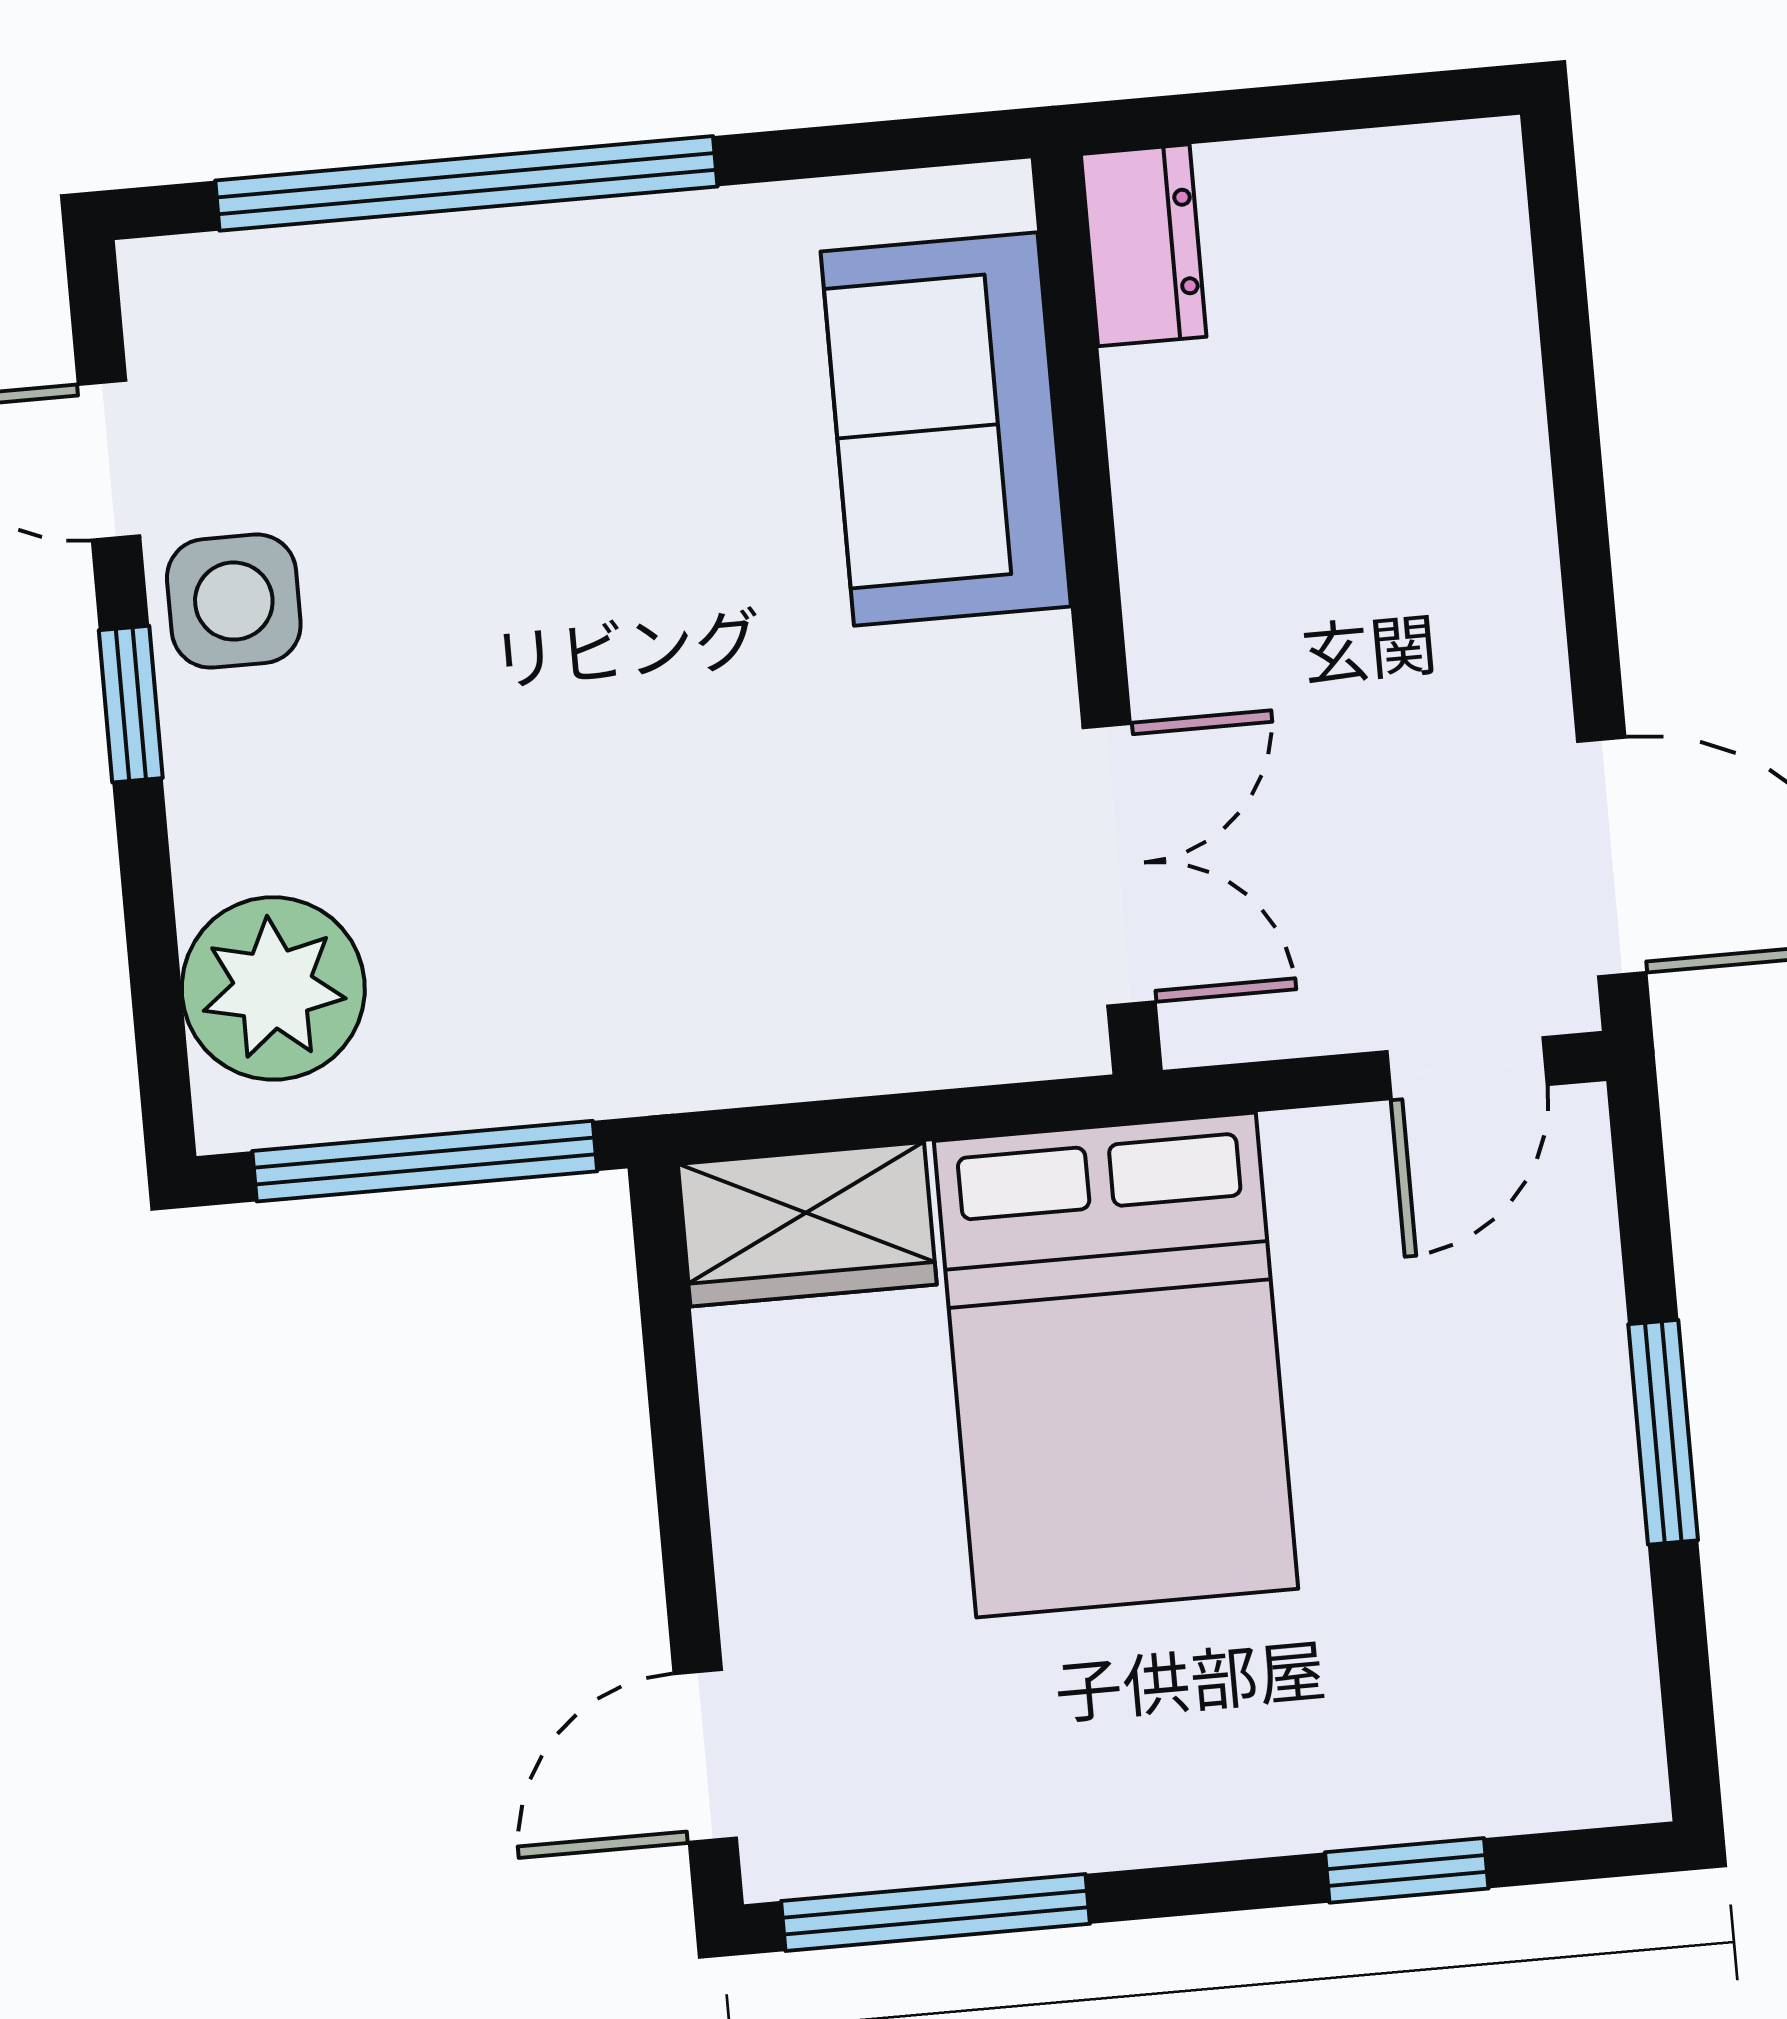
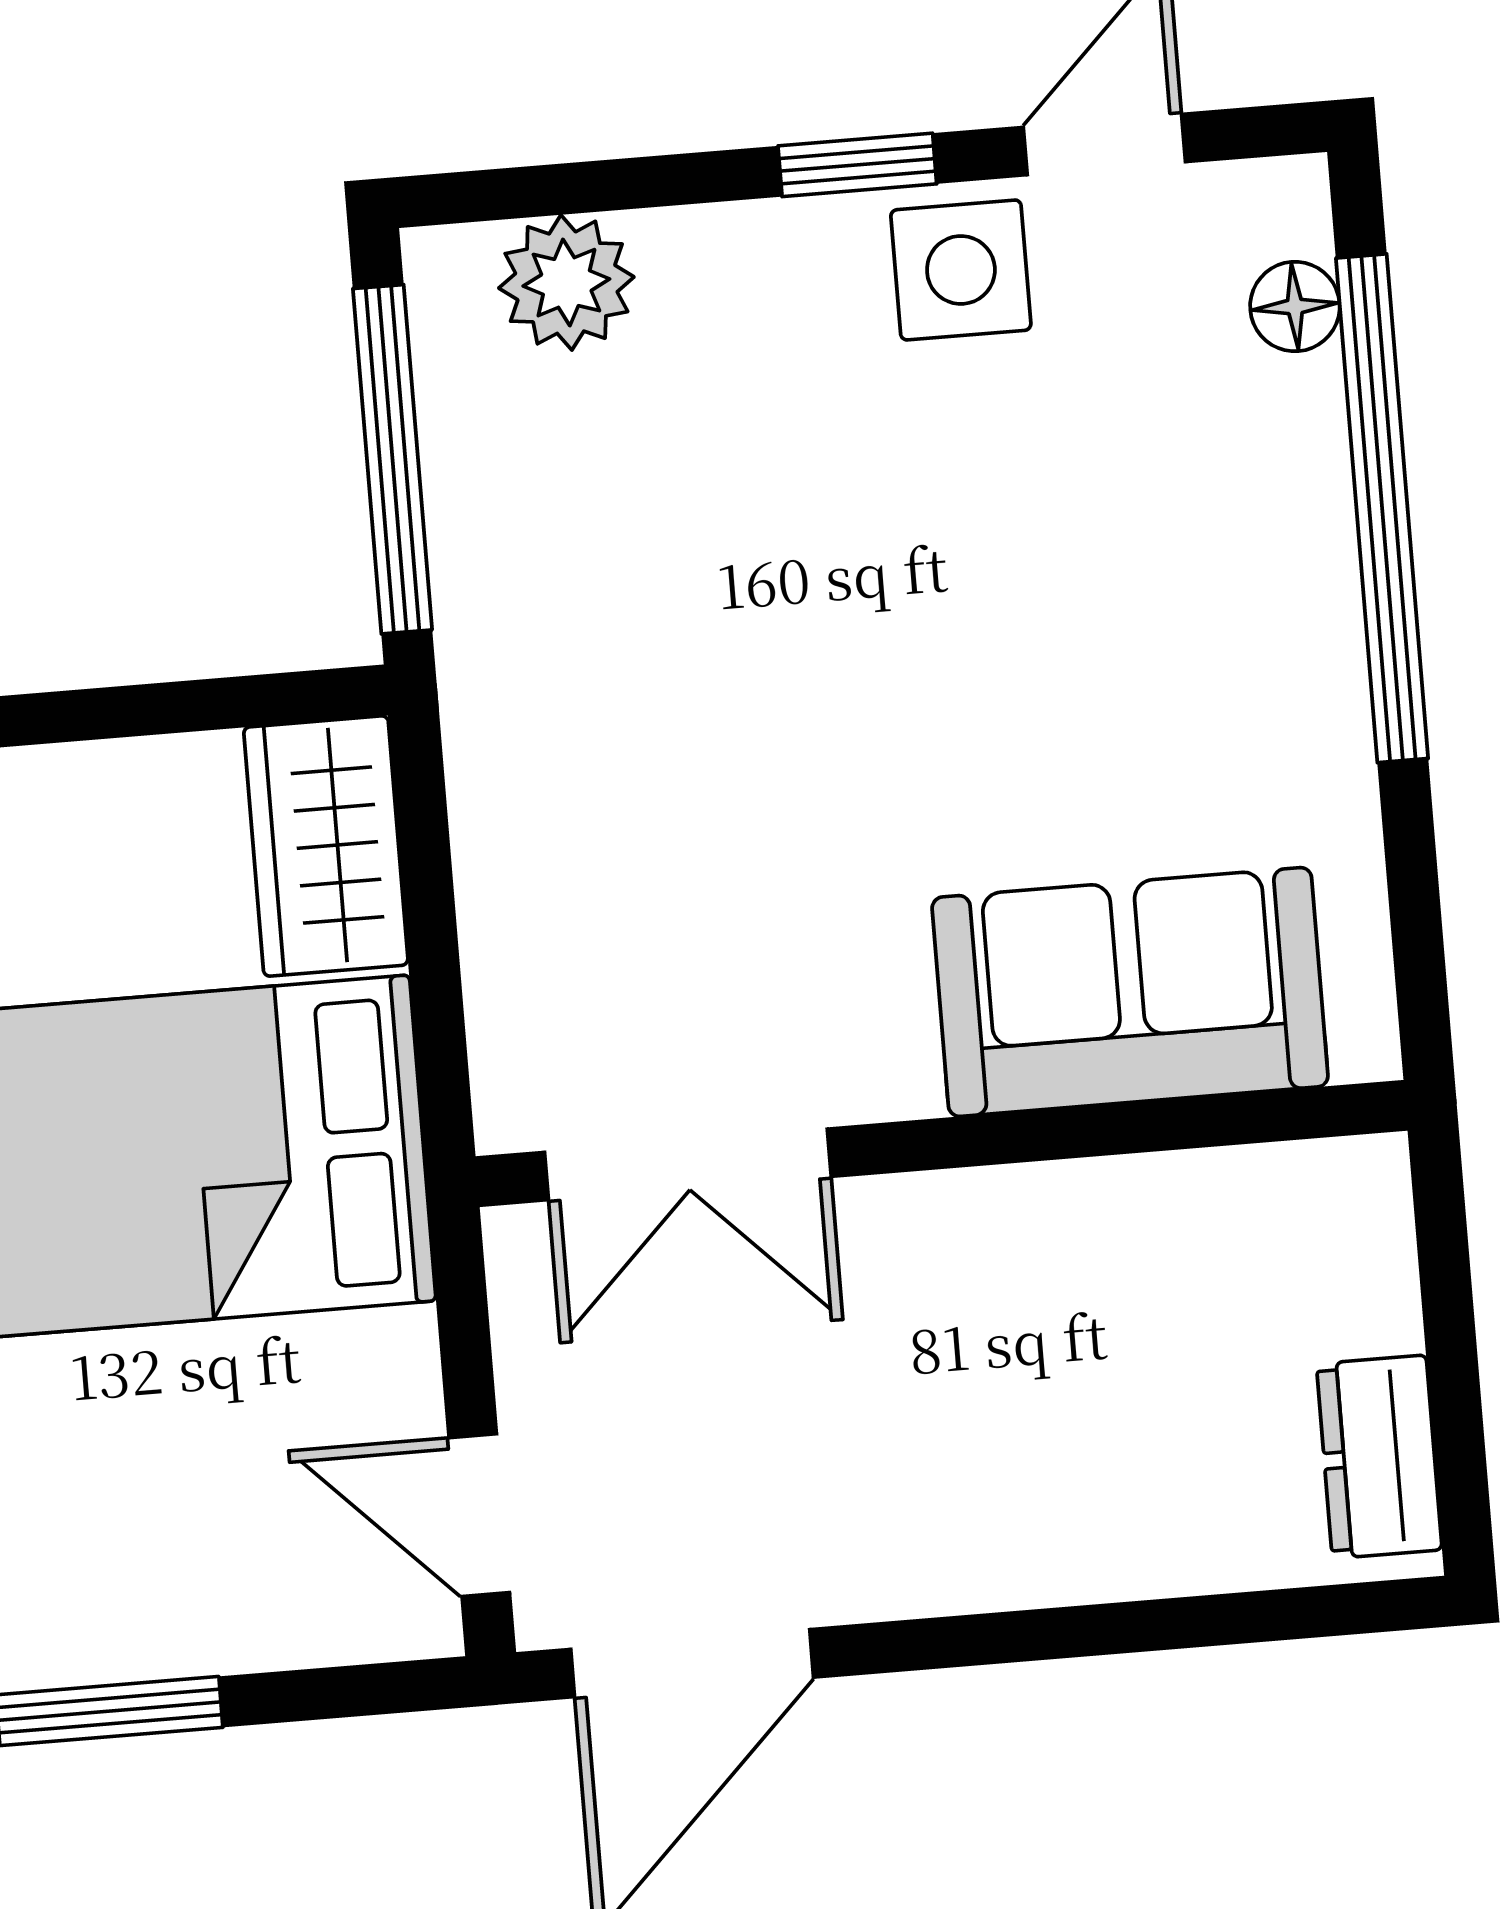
dresser: (1144, 245) -> (1379, 1457), moved, turned 90
floor lamp: (268, 271) -> (1295, 307), added
plant: (273, 988) -> (566, 283), width x0.73, depth x0.73

